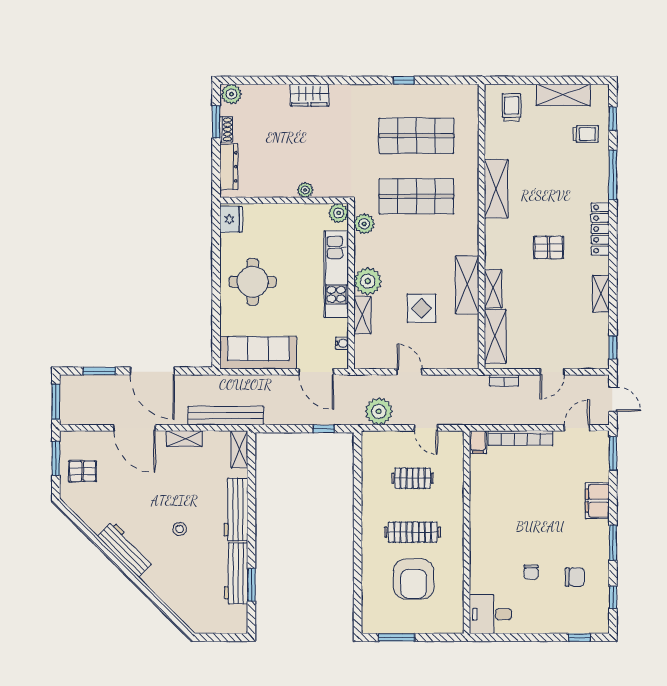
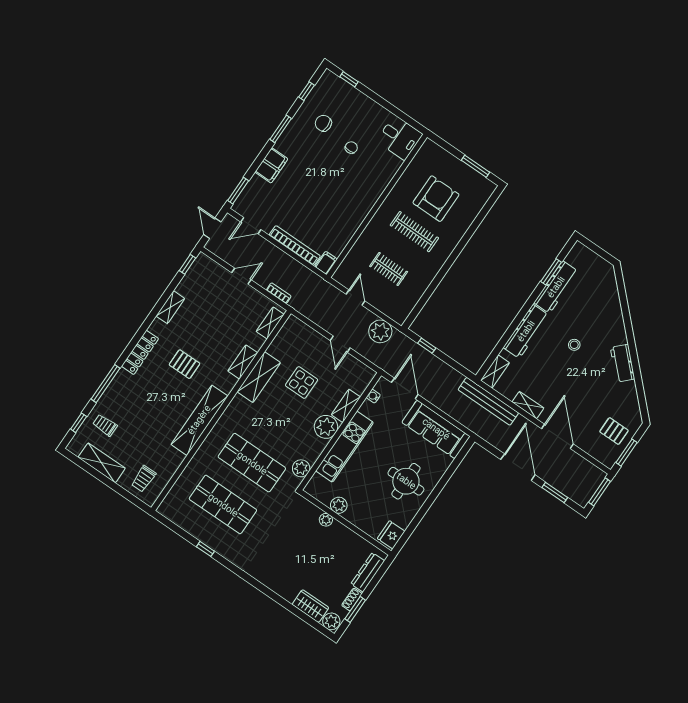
wardrobe: (309, 95) -> (310, 606), moved
shelving: (496, 189) -> (199, 420), width x1.47
plant: (339, 213) -> (339, 505), moved
shelving: (495, 336) -> (270, 323), width x0.67, depth x0.75
workbench: (126, 549) -> (623, 363), width x0.73

